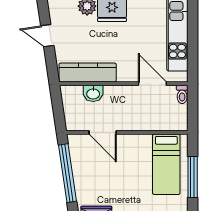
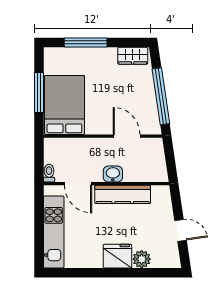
kitchen counter: (88, 73) -> (123, 194), moved
washbasin: (93, 93) -> (113, 174), moved
bed: (166, 164) -> (64, 105), width x1.50

